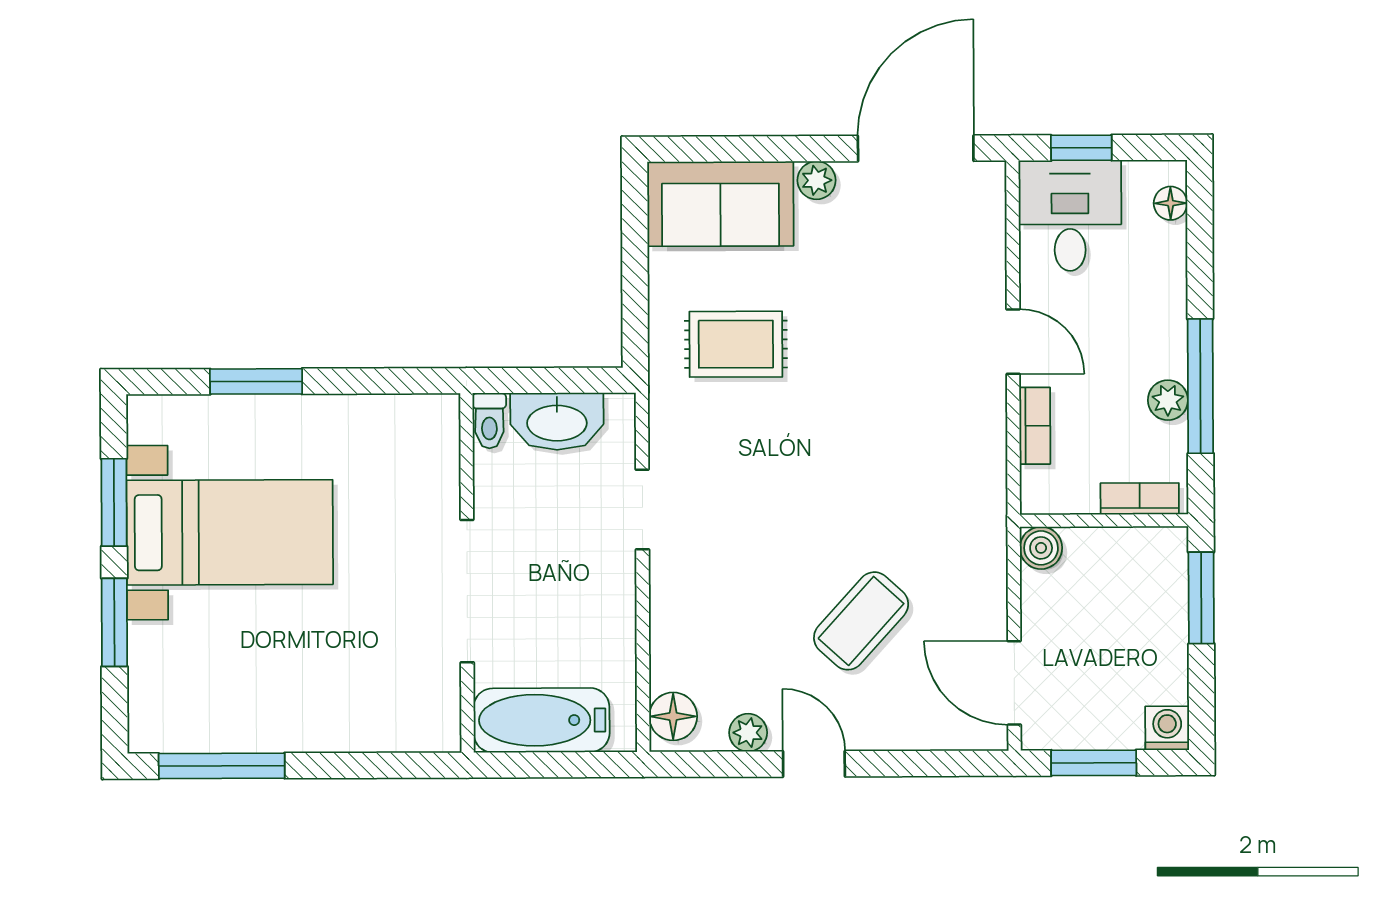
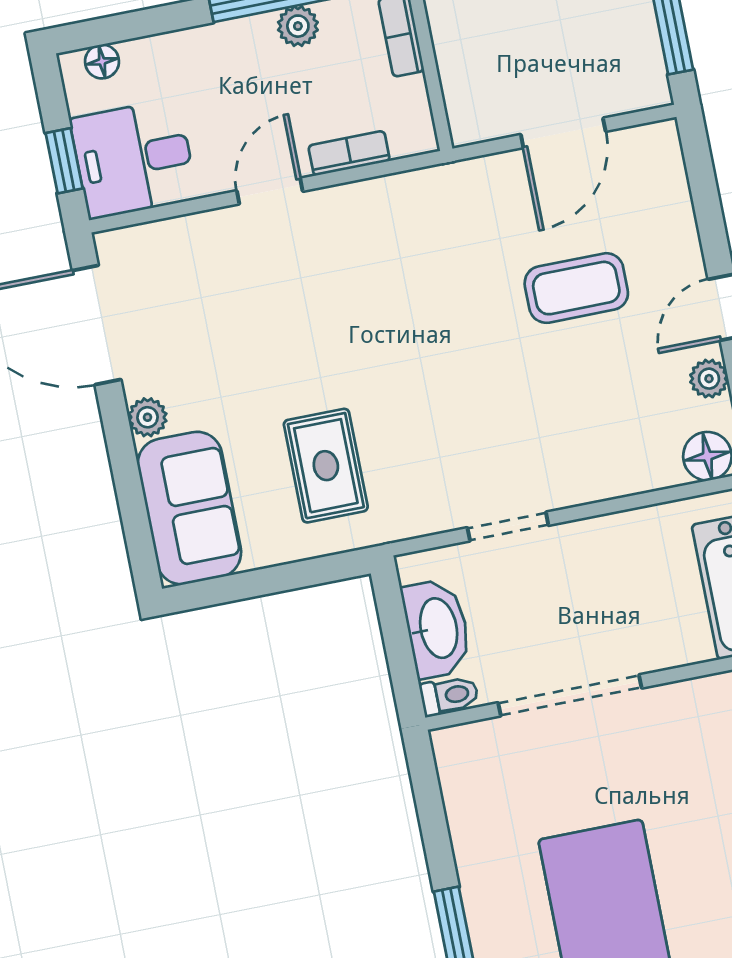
boiler: (1041, 548) -> (469, 123), removed
doorway: (467, 591) -> (570, 695), moved
coffee table: (861, 621) -> (576, 288), turned -42
door: (1014, 683) -> (563, 133), moved

